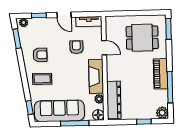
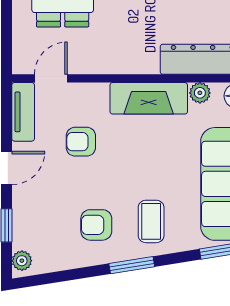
window: (17, 39) -> (132, 265), moved
door: (104, 48) -> (51, 78), moved
armchair: (40, 55) -> (96, 225), turned -90

